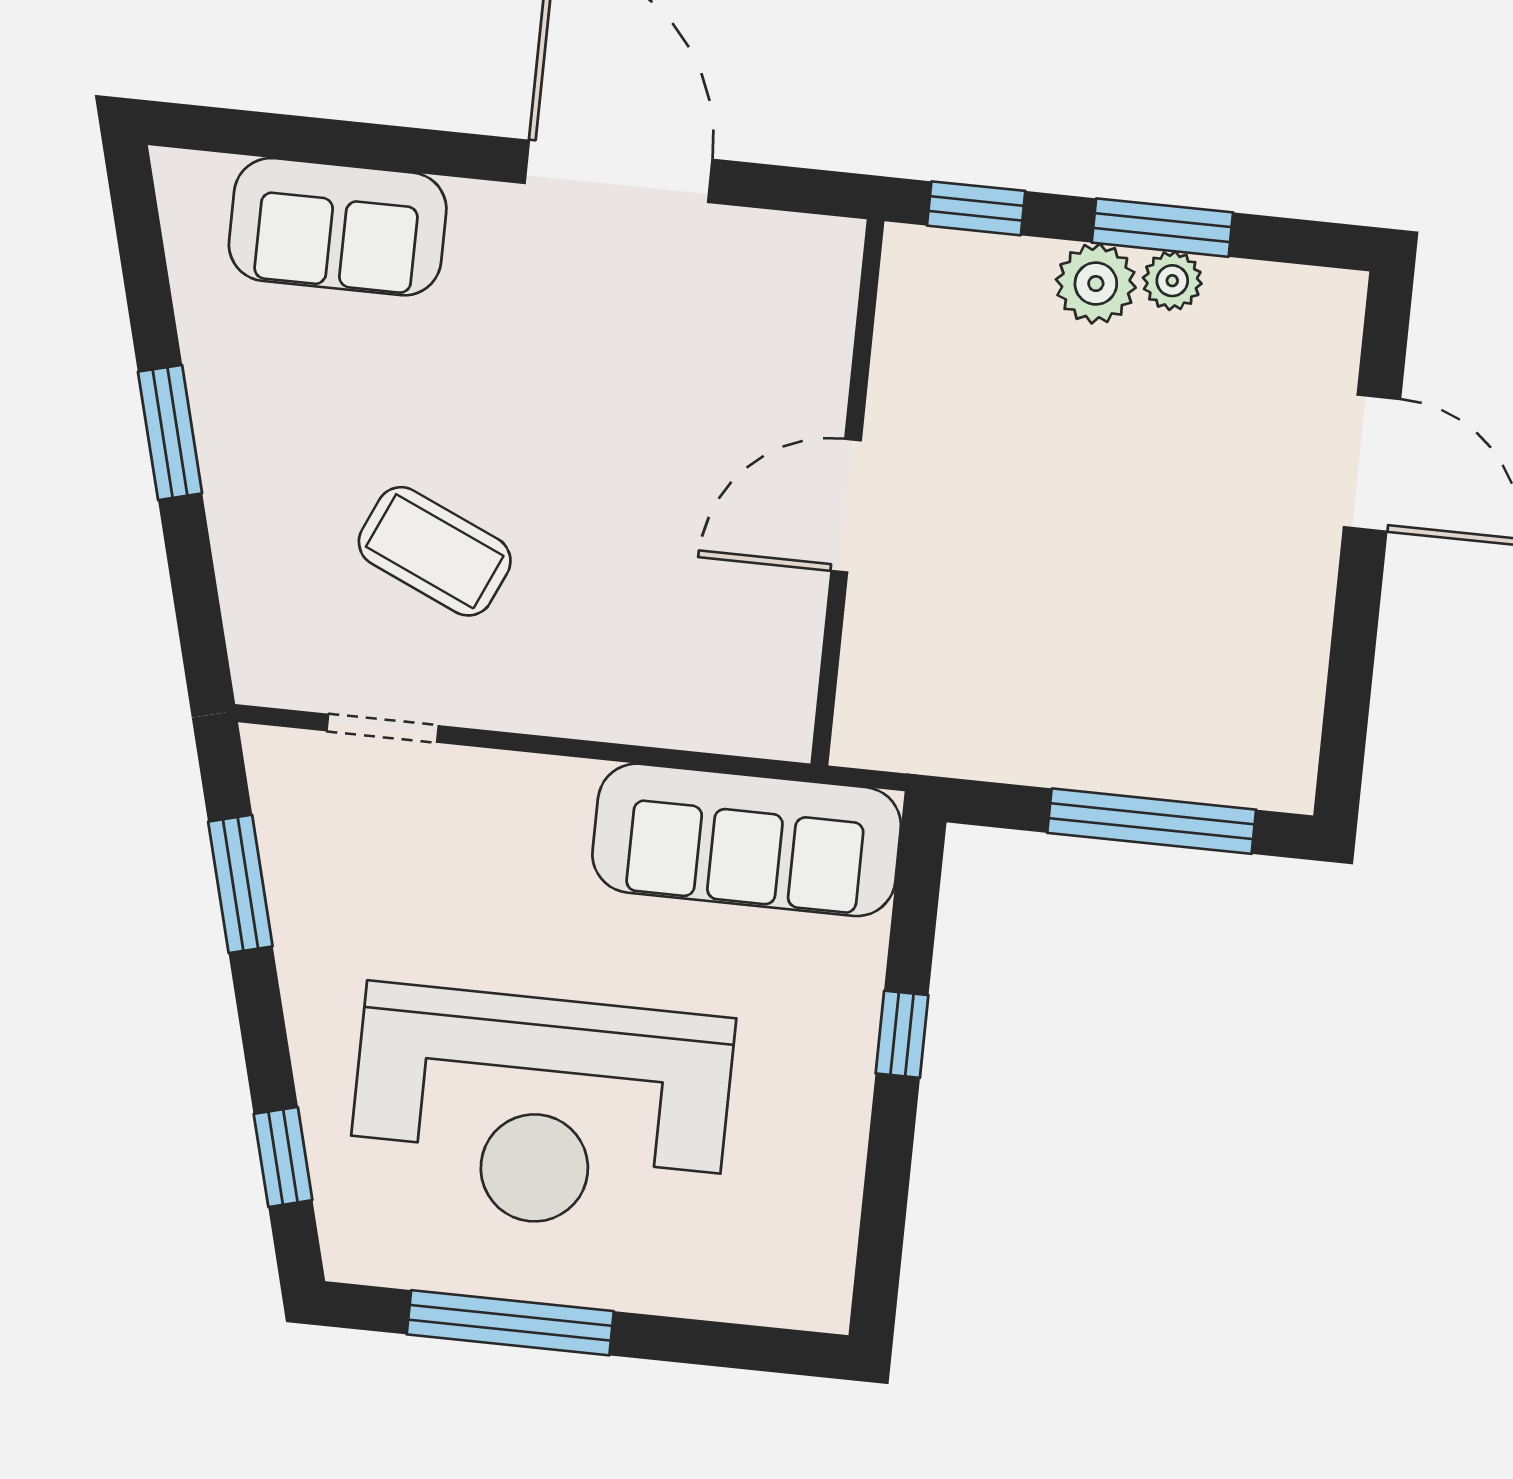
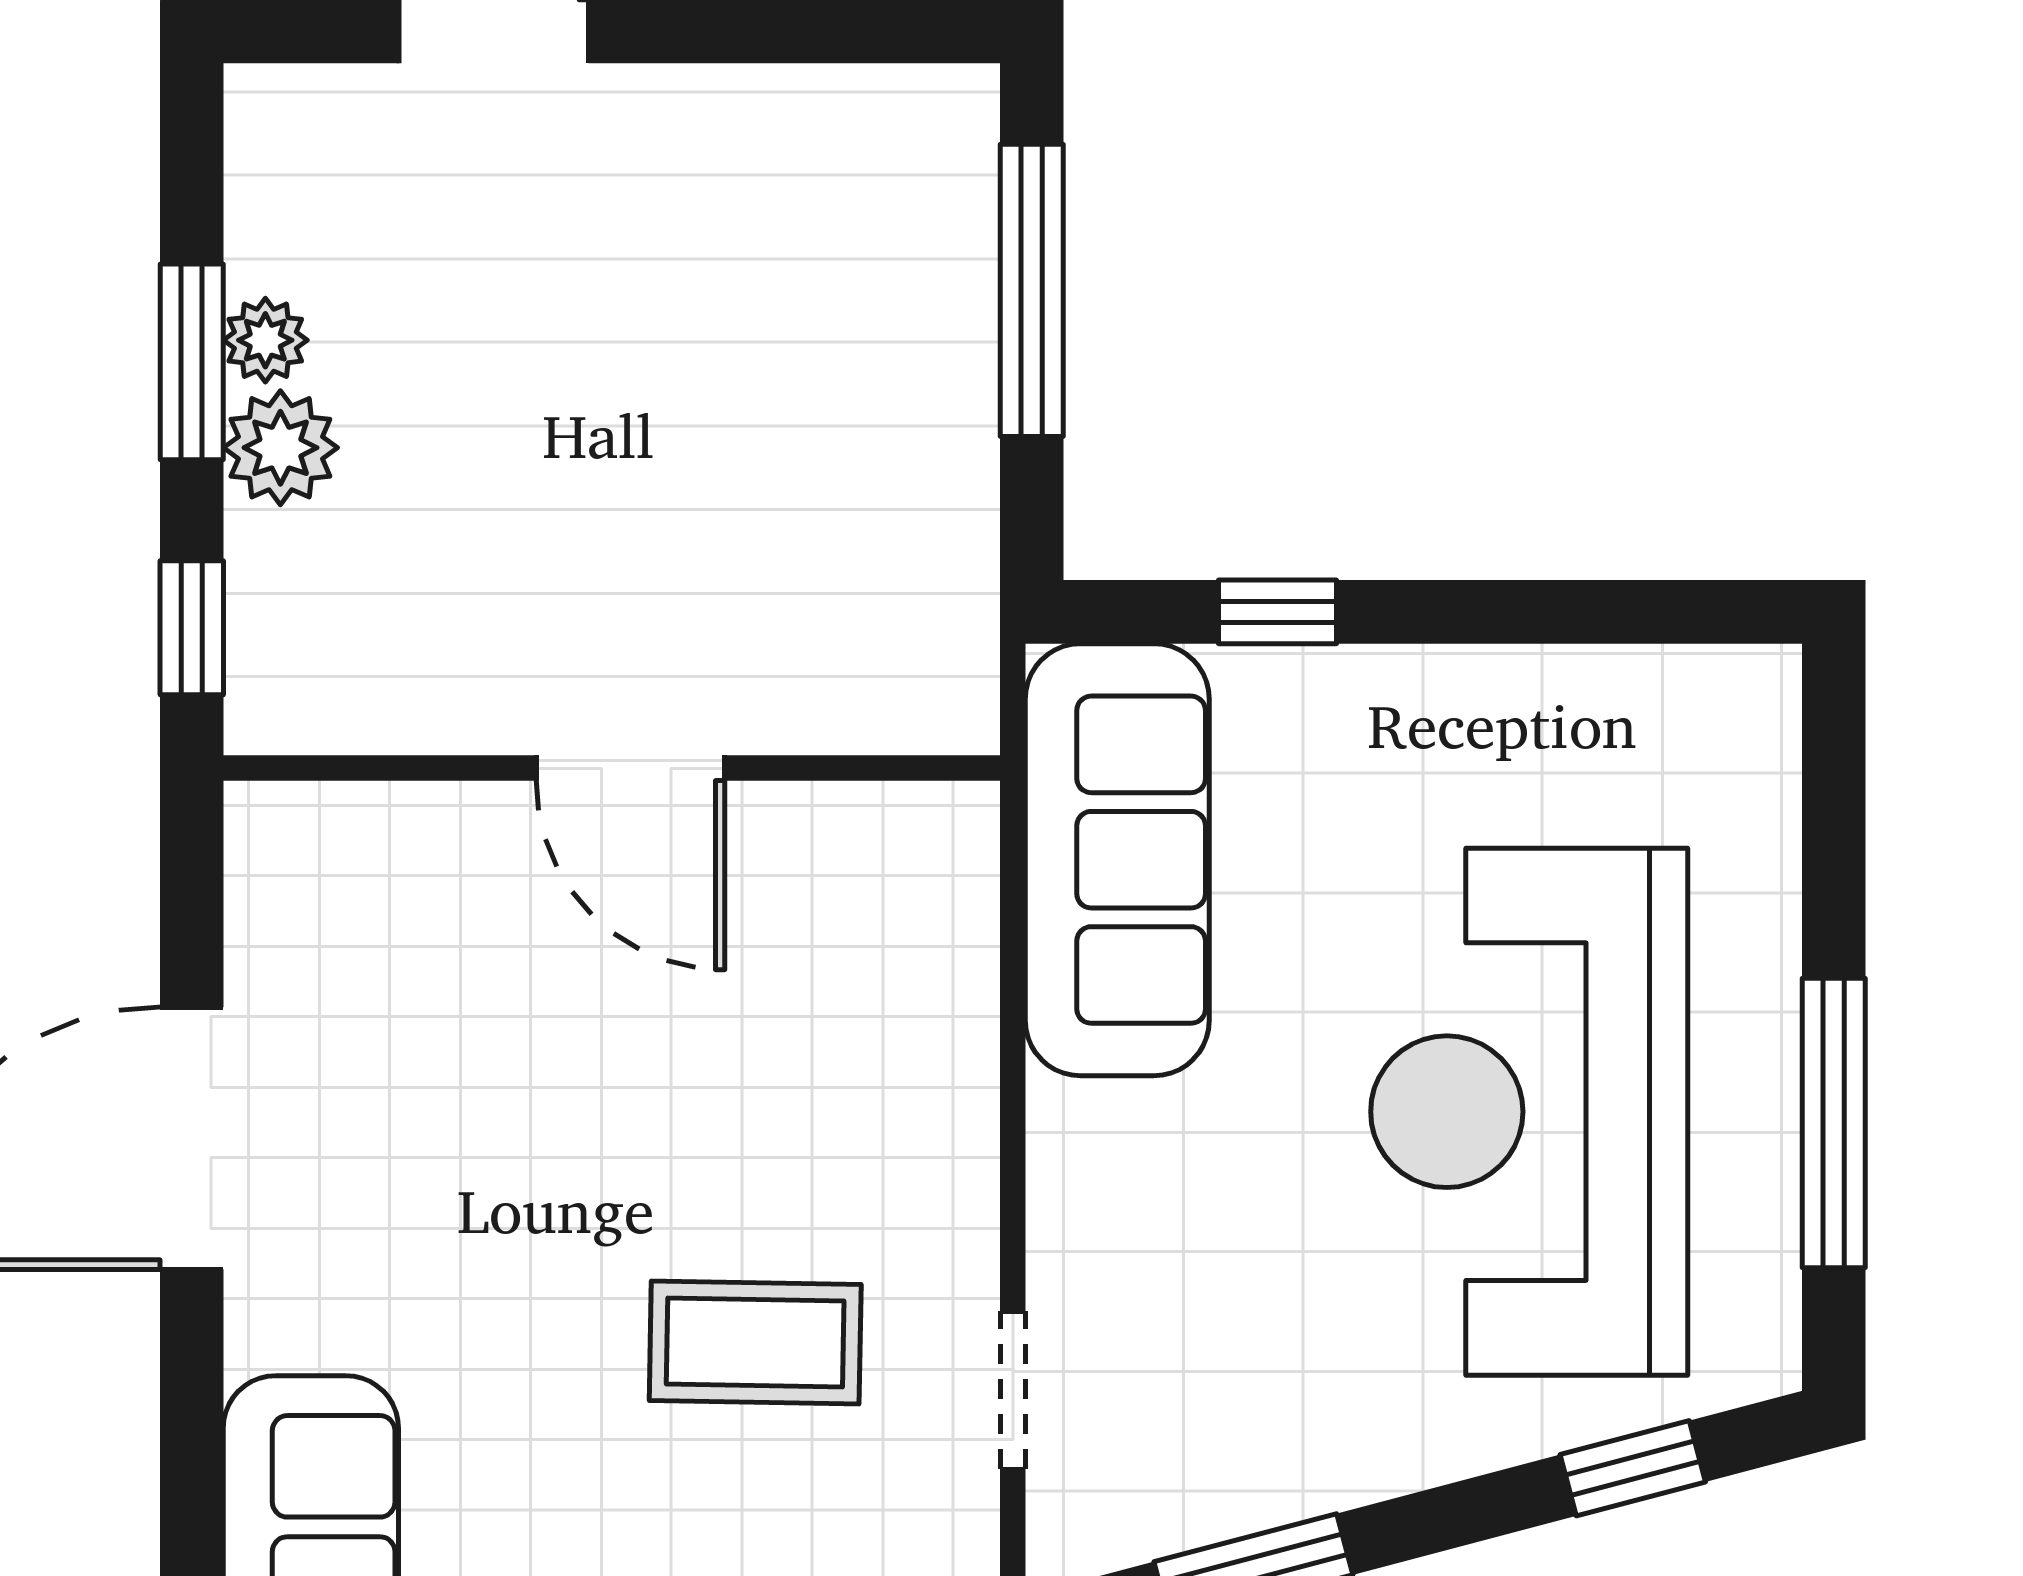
coffee table: (435, 551) -> (755, 1342), turned 67
window: (902, 1034) -> (1277, 612), moved
reception desk: (540, 1110) -> (1529, 1112), turned 180

